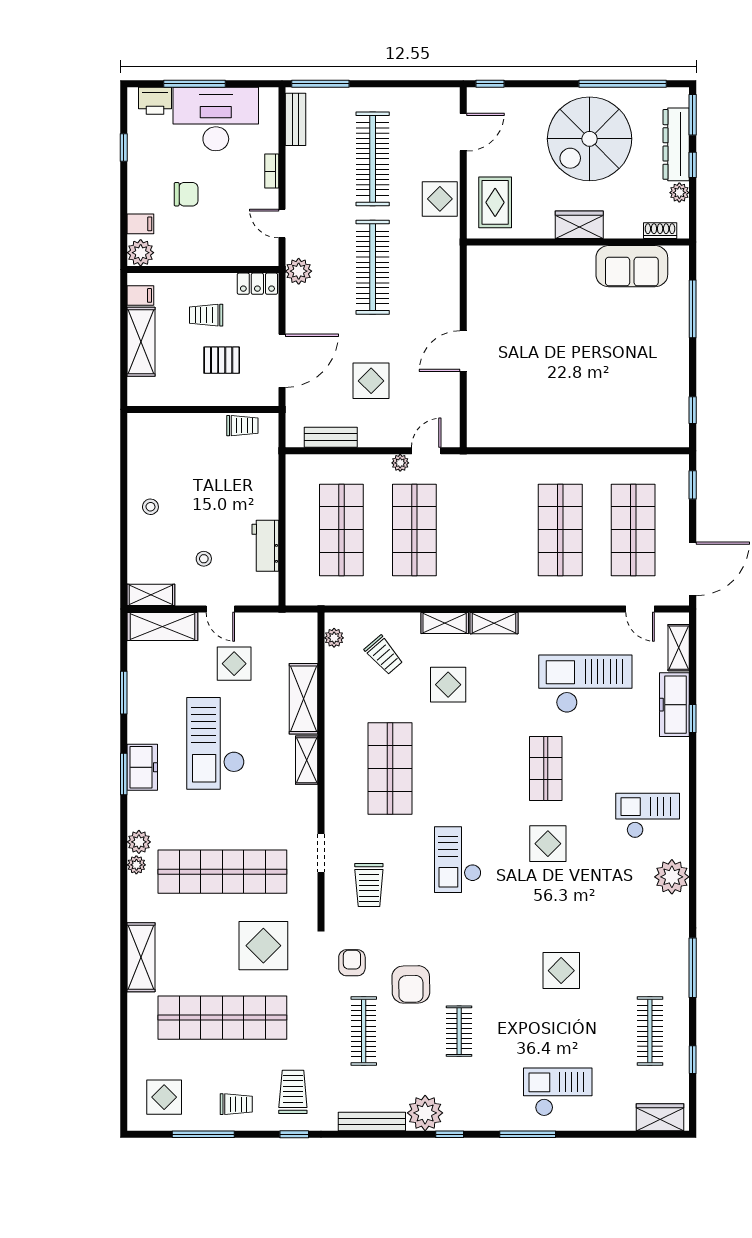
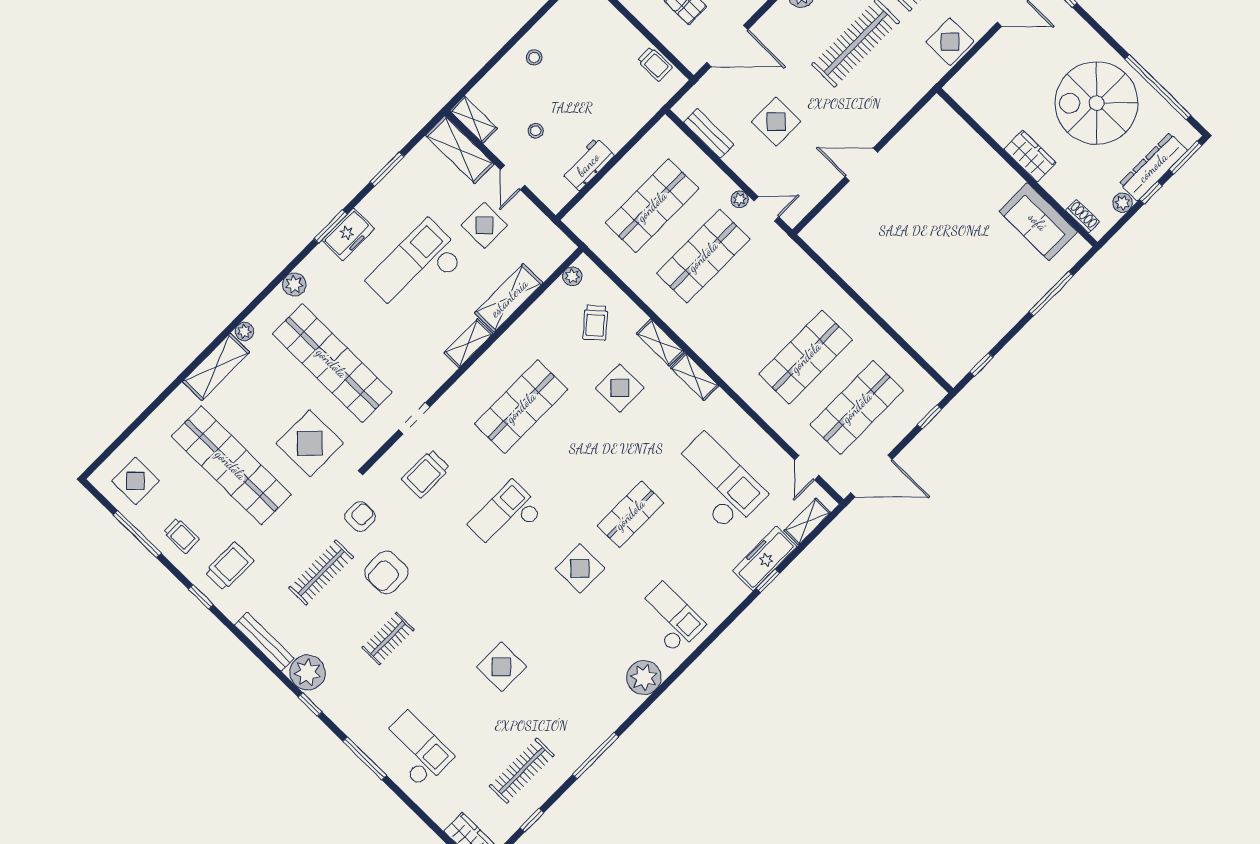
rug: (495, 202) -> (986, 82), removed
plant: (136, 865) -> (244, 332), moved

